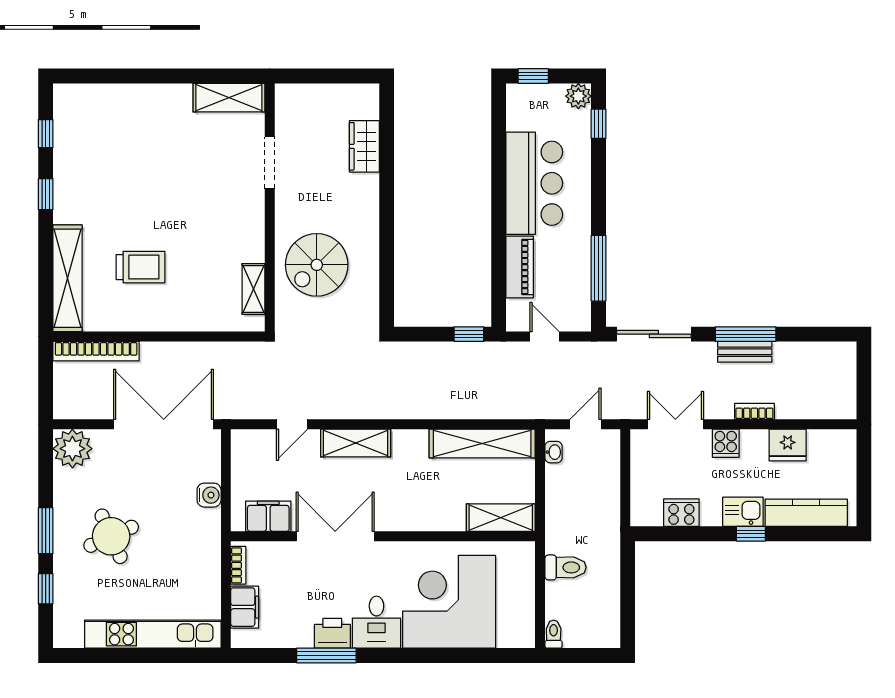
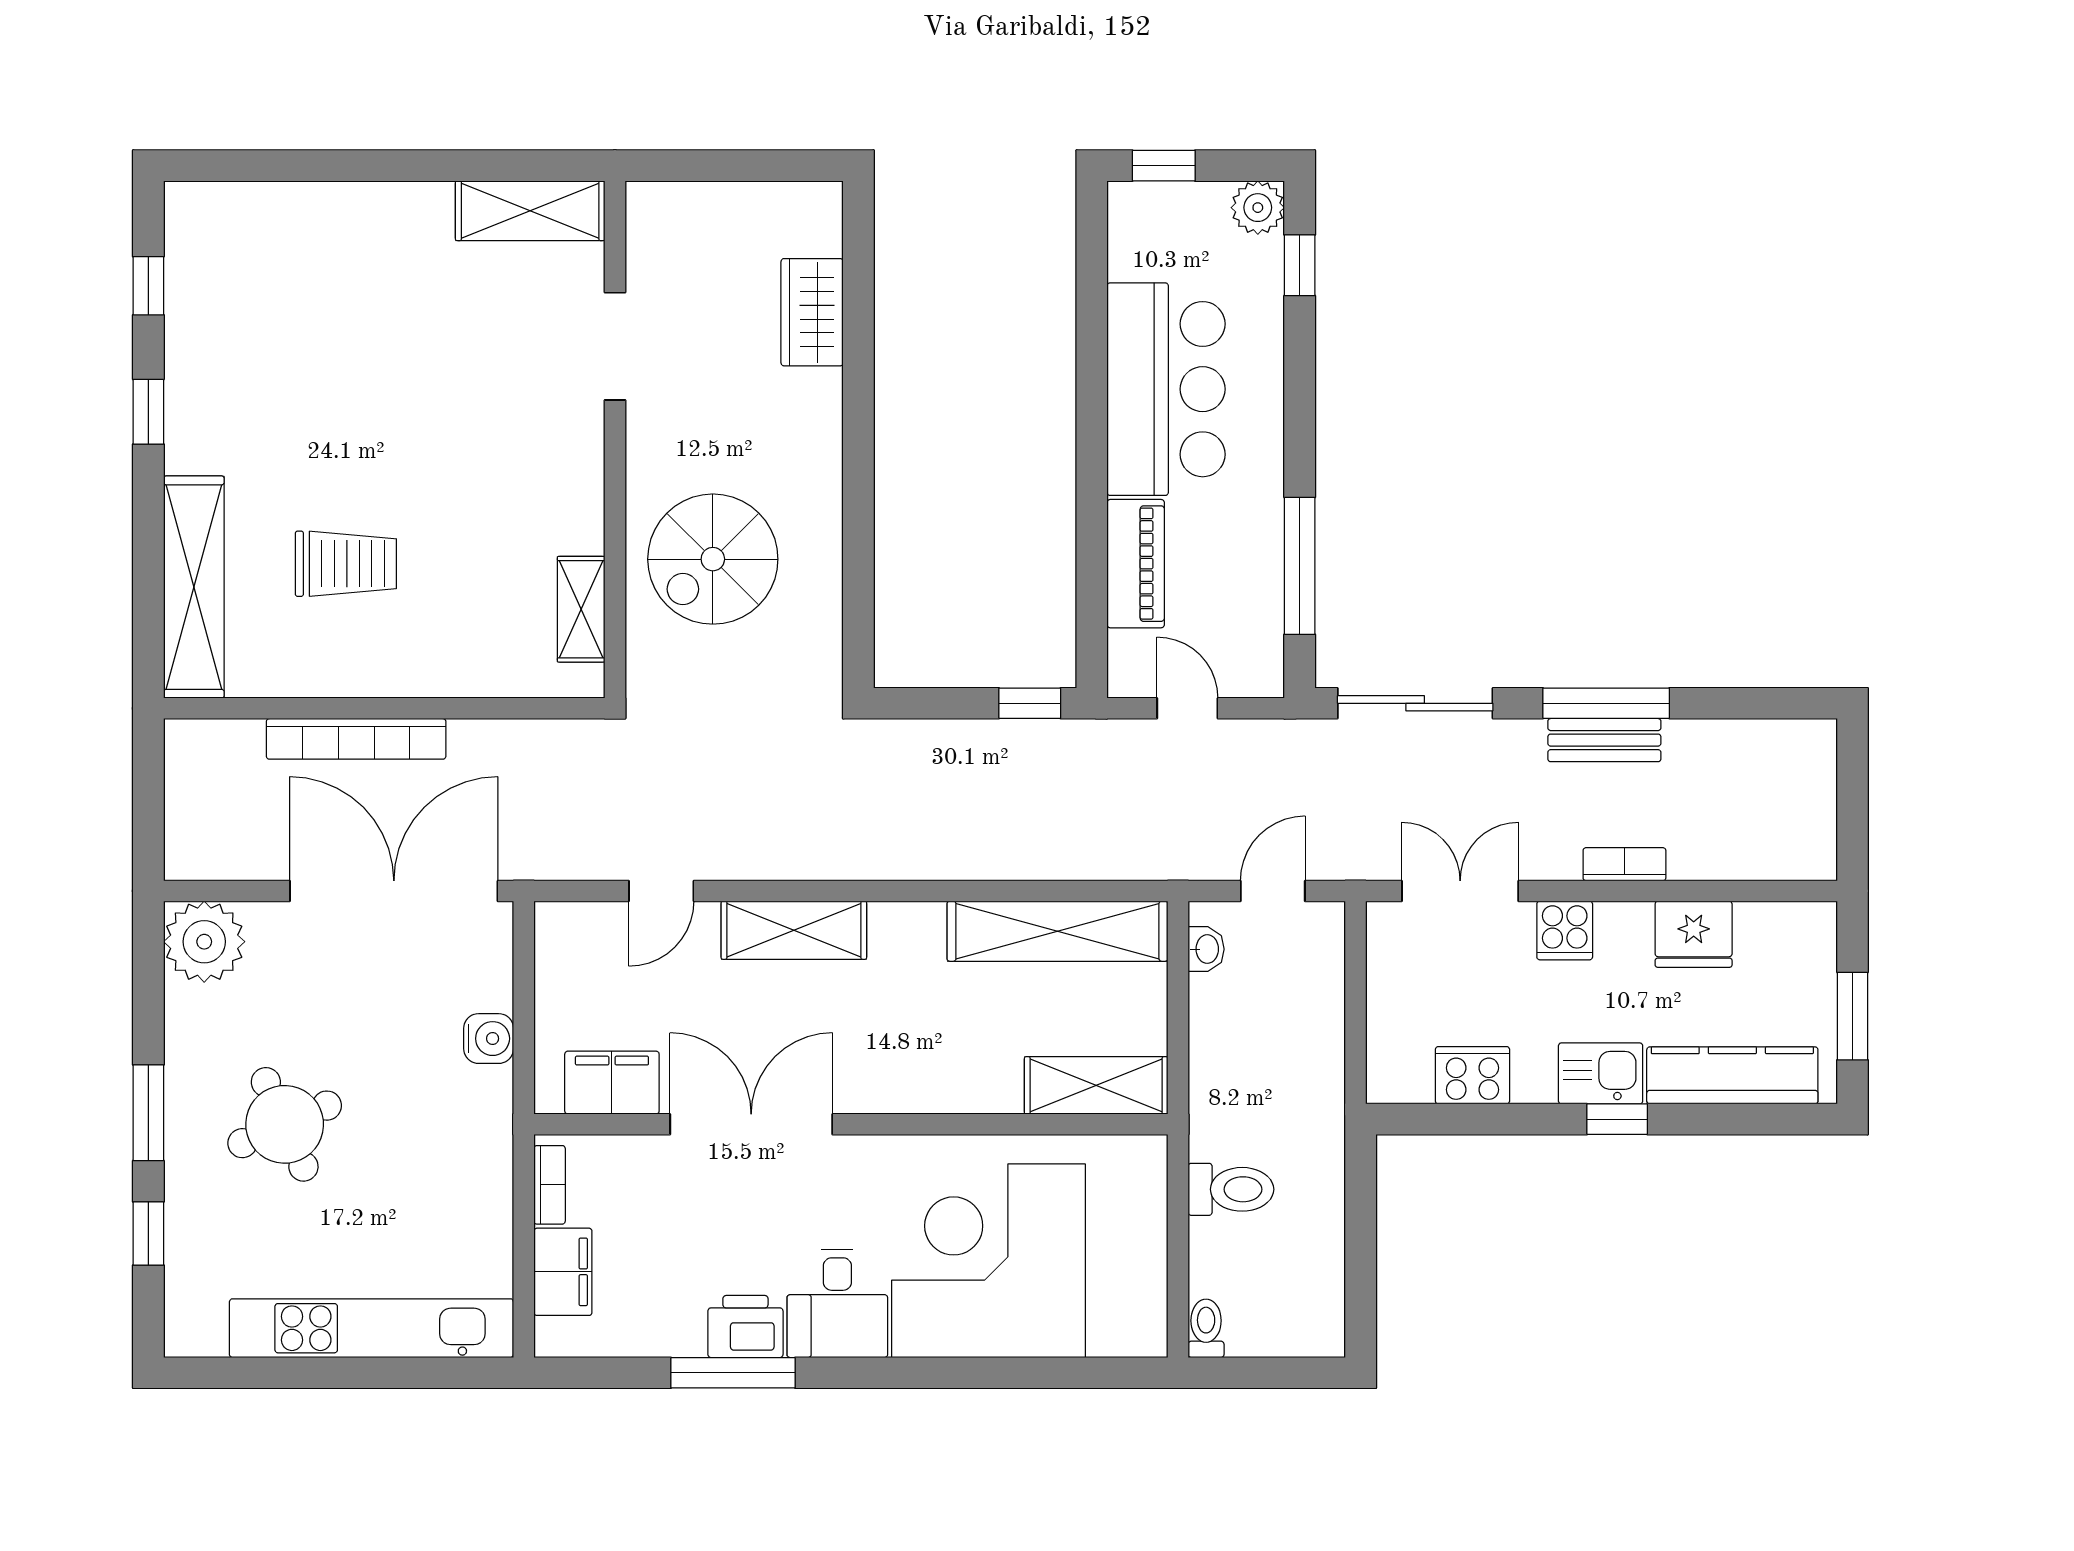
bookcase: (96, 351) -> (356, 739), moved
window: (864, 484) -> (1853, 1016), added

